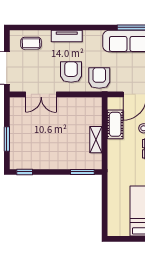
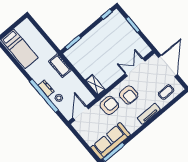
armchair: (99, 78) -> (109, 105), turned -90
cot: (115, 124) -> (60, 66), moved
shelving: (96, 140) -> (95, 85), moved

